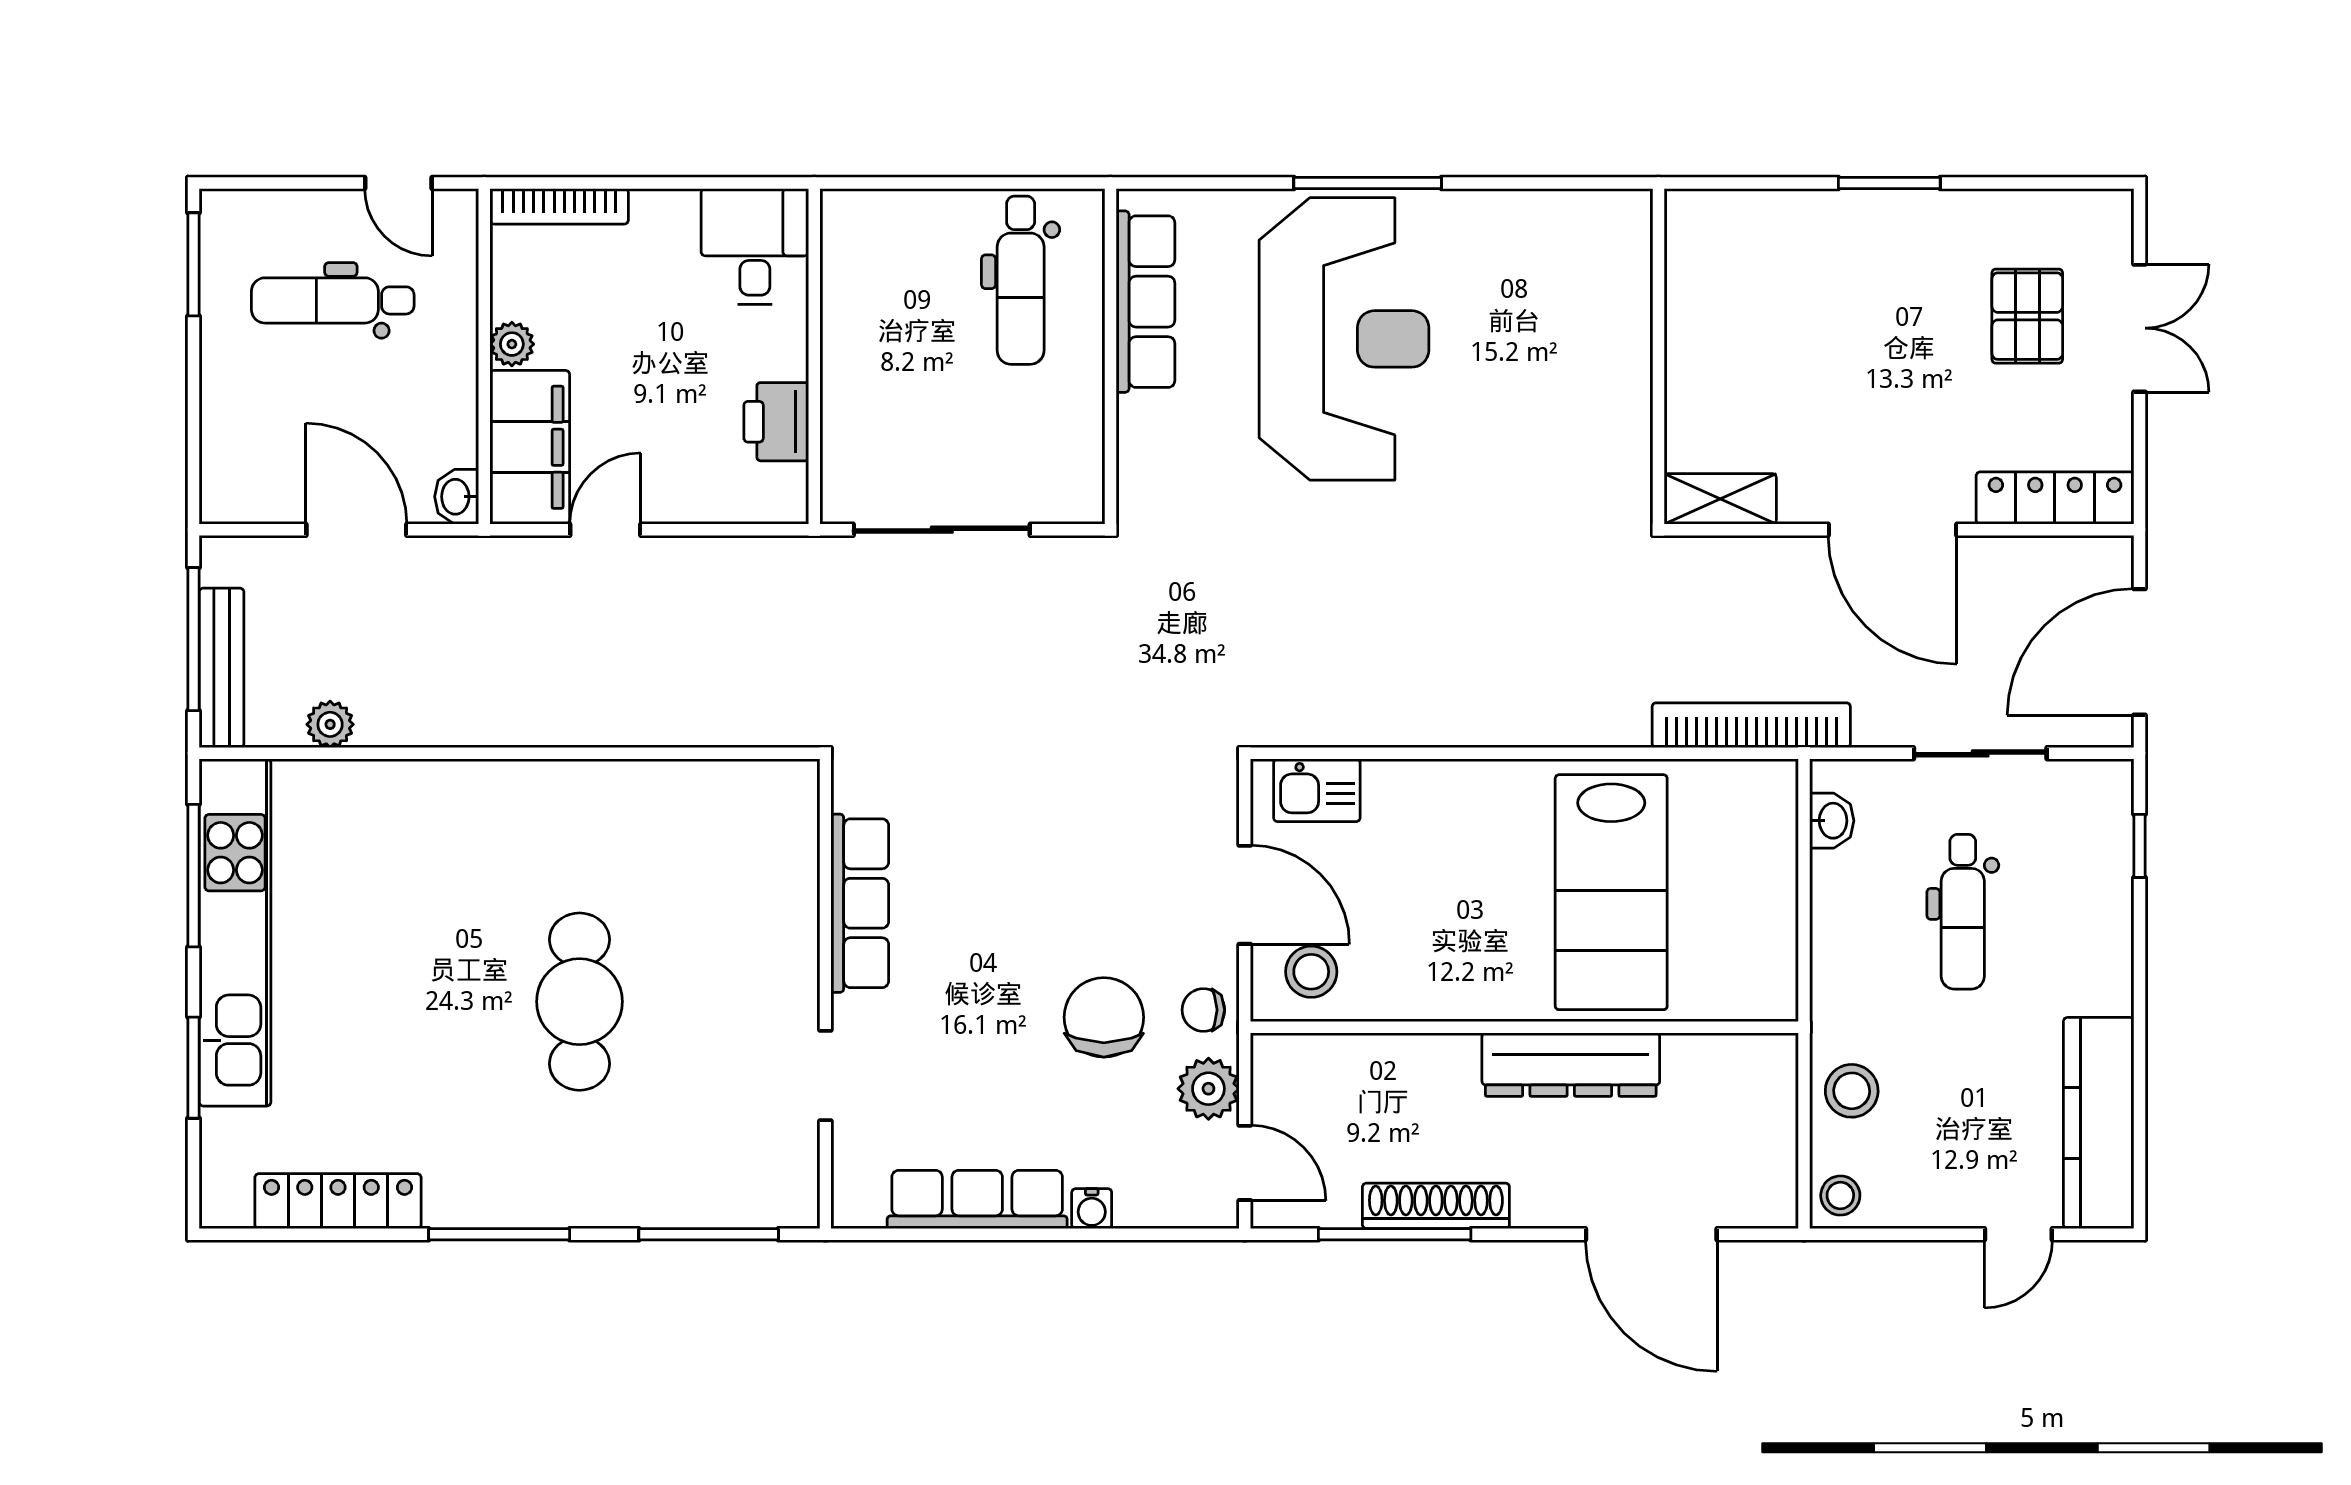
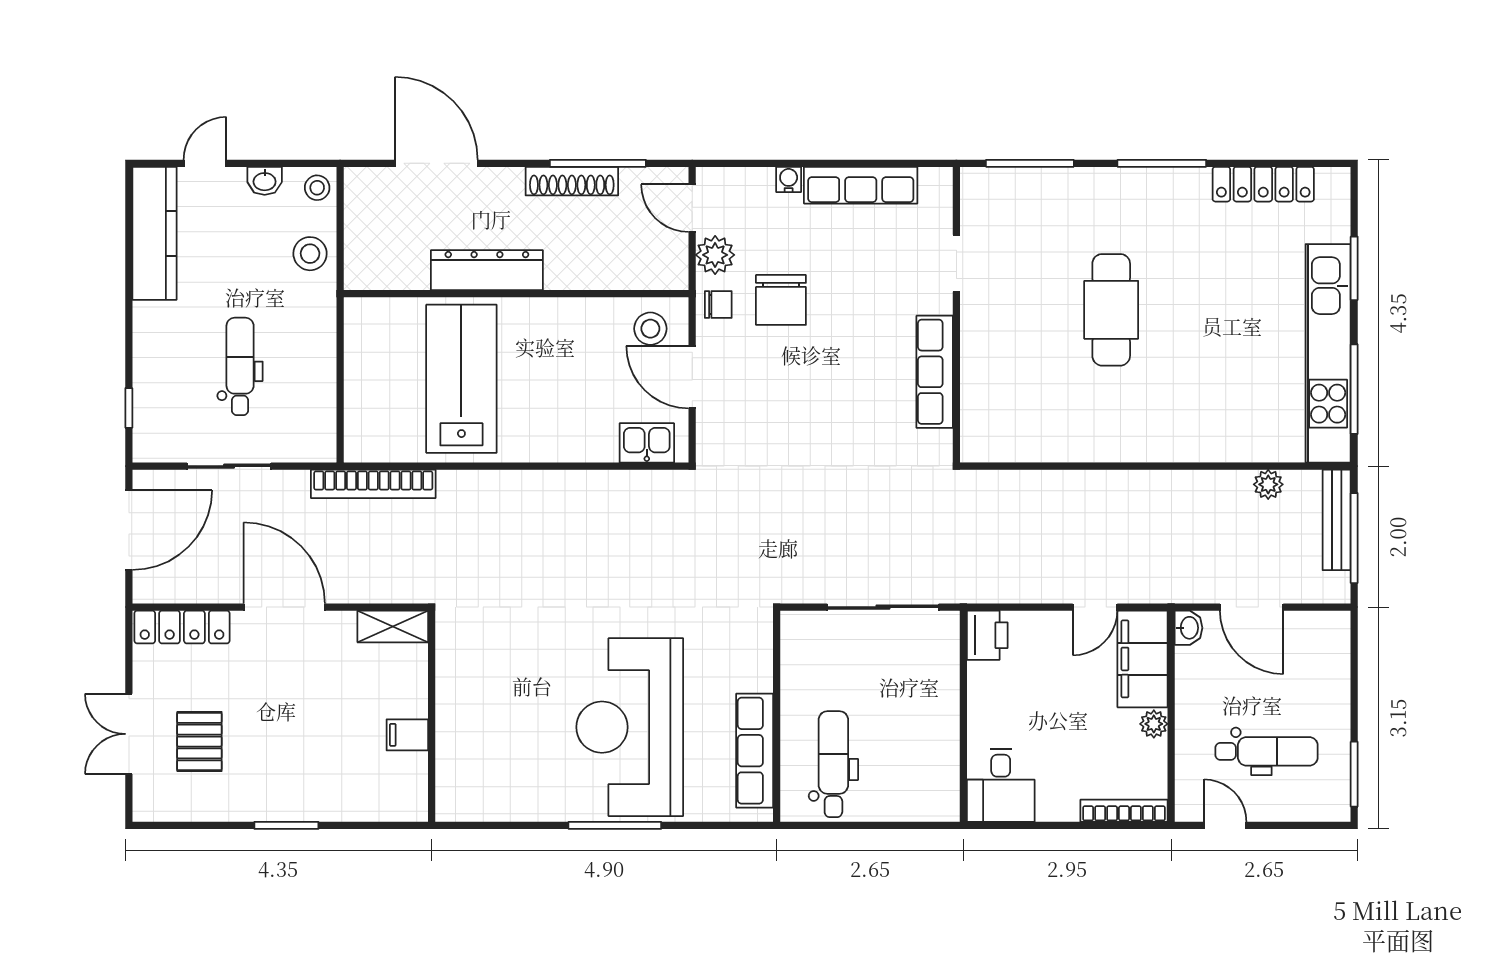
filing cabinet: (1697, 327) -> (407, 735), added
printer: (776, 422) -> (987, 635), moved
washbasin: (1832, 821) -> (265, 181), moved, turned -90

